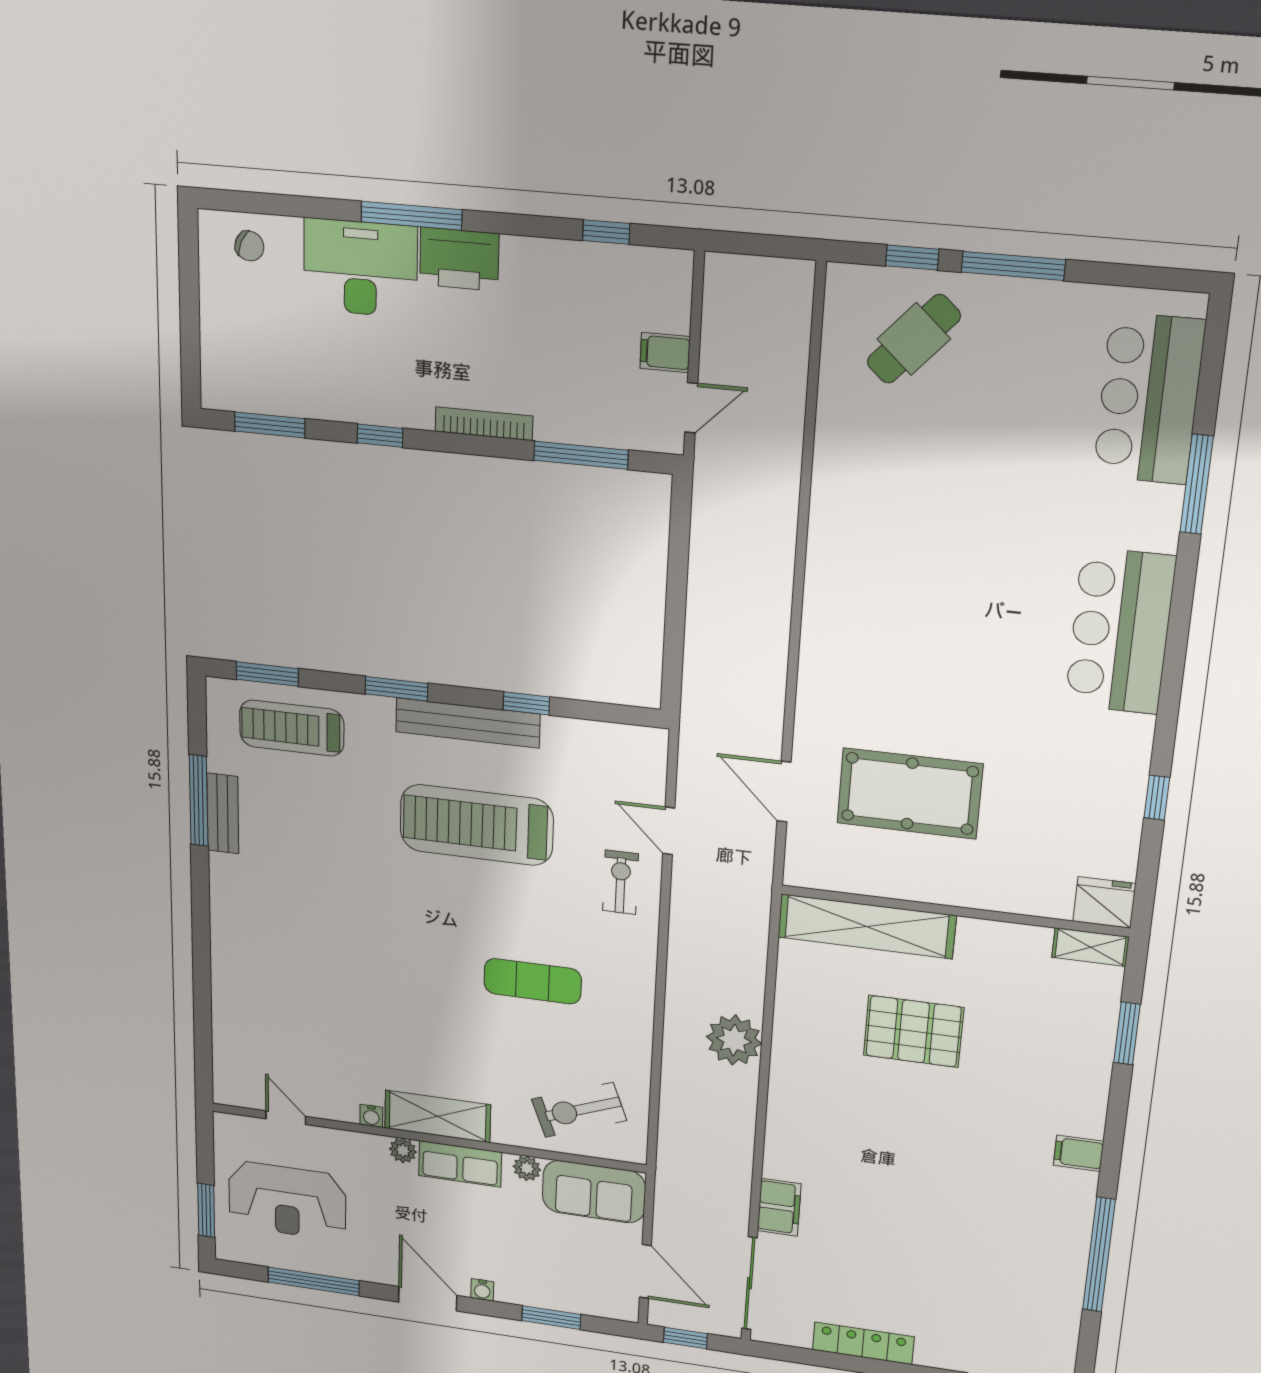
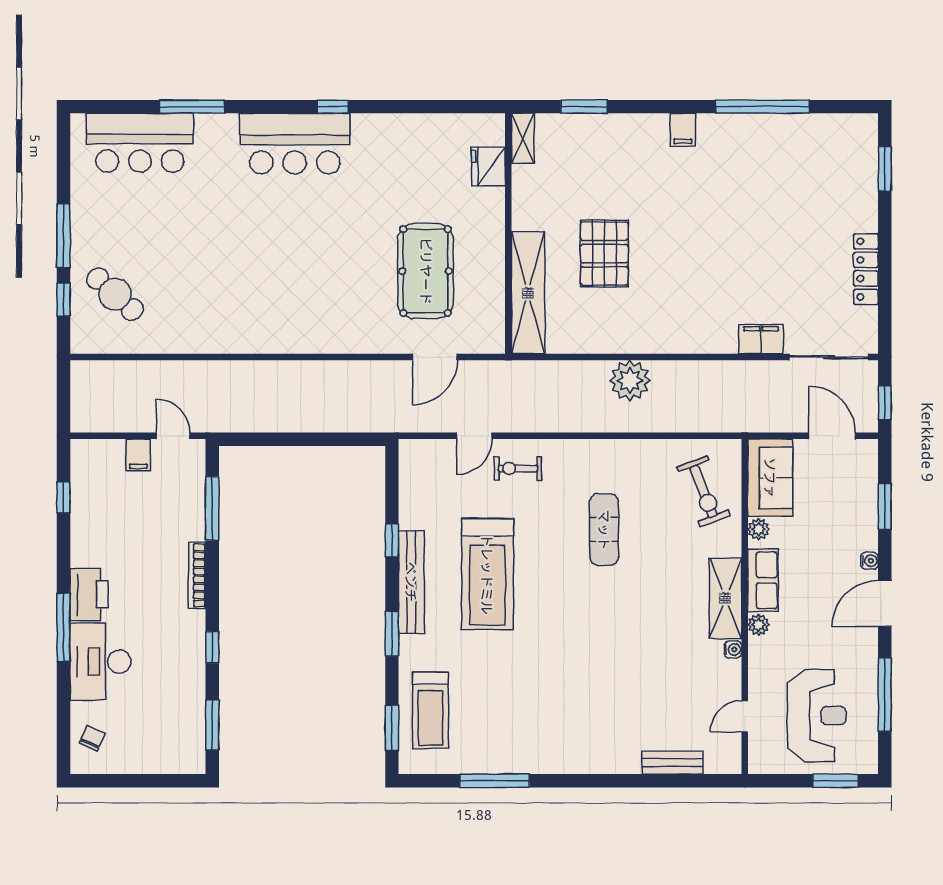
window: (1157, 798) -> (333, 107), moved
bench: (223, 813) -> (672, 763), moved
fridge: (1104, 902) -> (488, 167), moved
door: (645, 1271) -> (832, 436), hinge flipped

